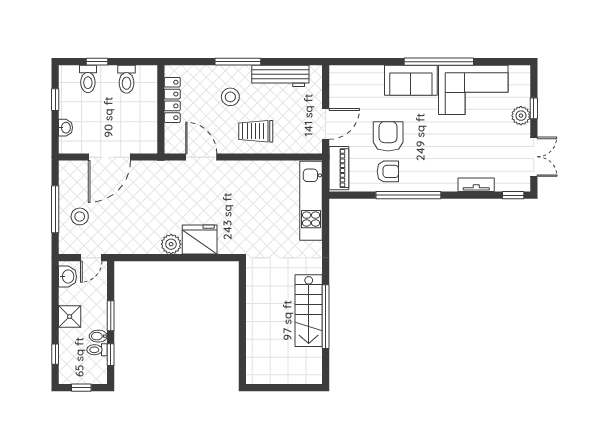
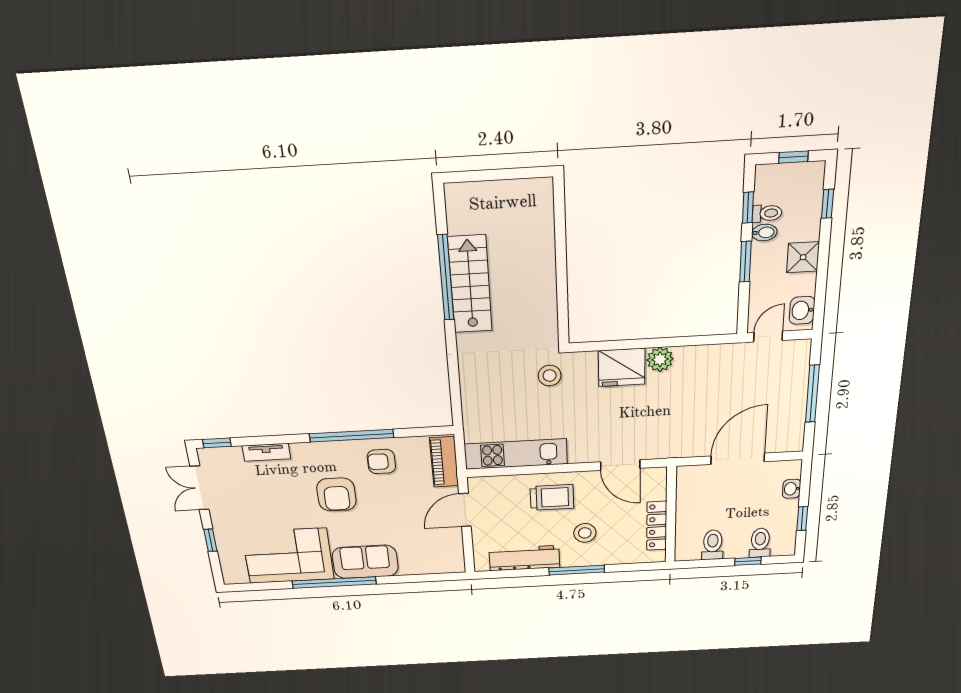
plant: (521, 116) -> (225, 532), removed
armchair: (388, 136) -> (336, 494), moved
kitchen unit: (311, 201) -> (516, 454), moved, turned -90
stool: (80, 216) -> (550, 376), moved

